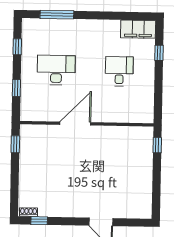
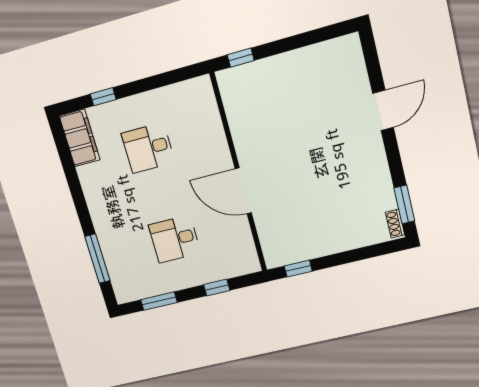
window: (17, 47) -> (159, 301), width x1.50
desk: (56, 70) -> (175, 239), width x0.73
window: (39, 221) -> (404, 205), width x1.50

